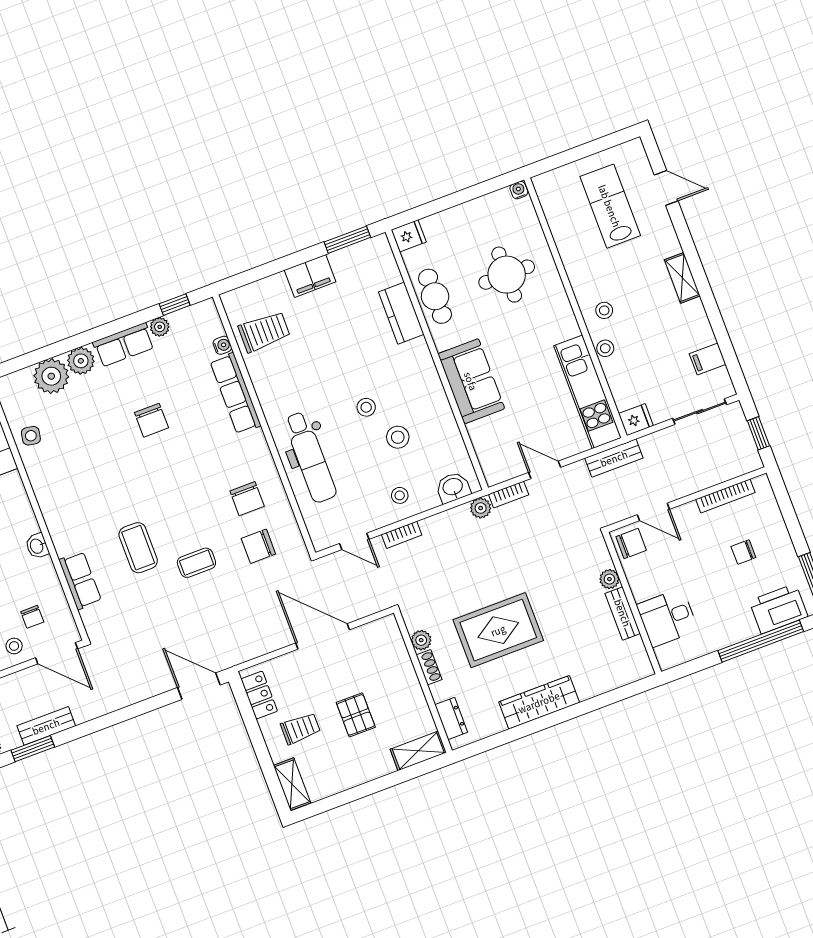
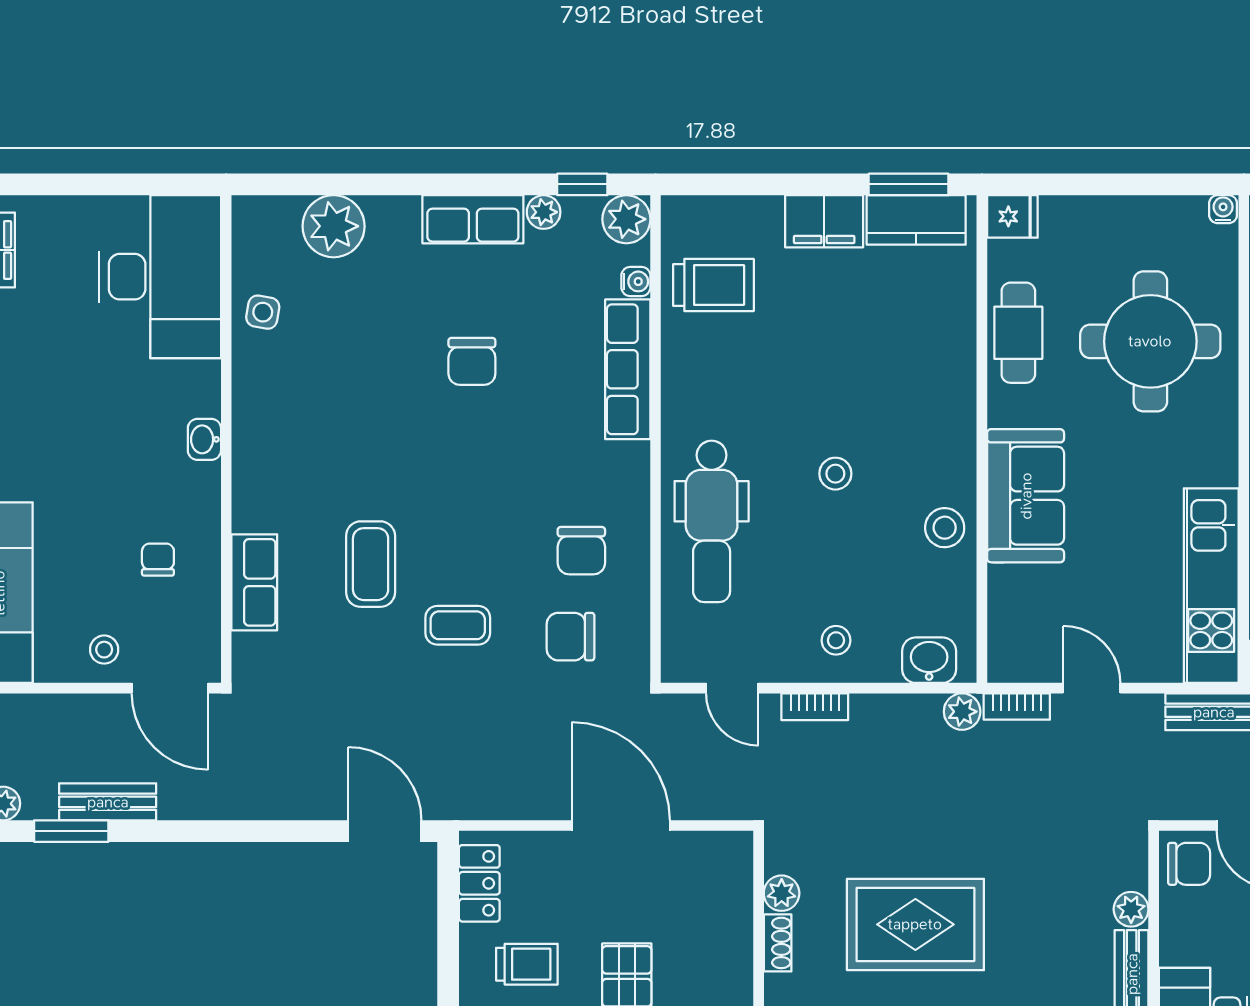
round table: (507, 275) -> (1150, 341), width x1.36, depth x1.36
kitchen counter: (401, 313) -> (916, 220), moved, turned -90
plant: (81, 361) -> (626, 219), moved
stool: (398, 437) -> (945, 528), moved
washbasin: (37, 546) -> (204, 439), moved
chair: (32, 617) -> (158, 560), moved, turned 180

